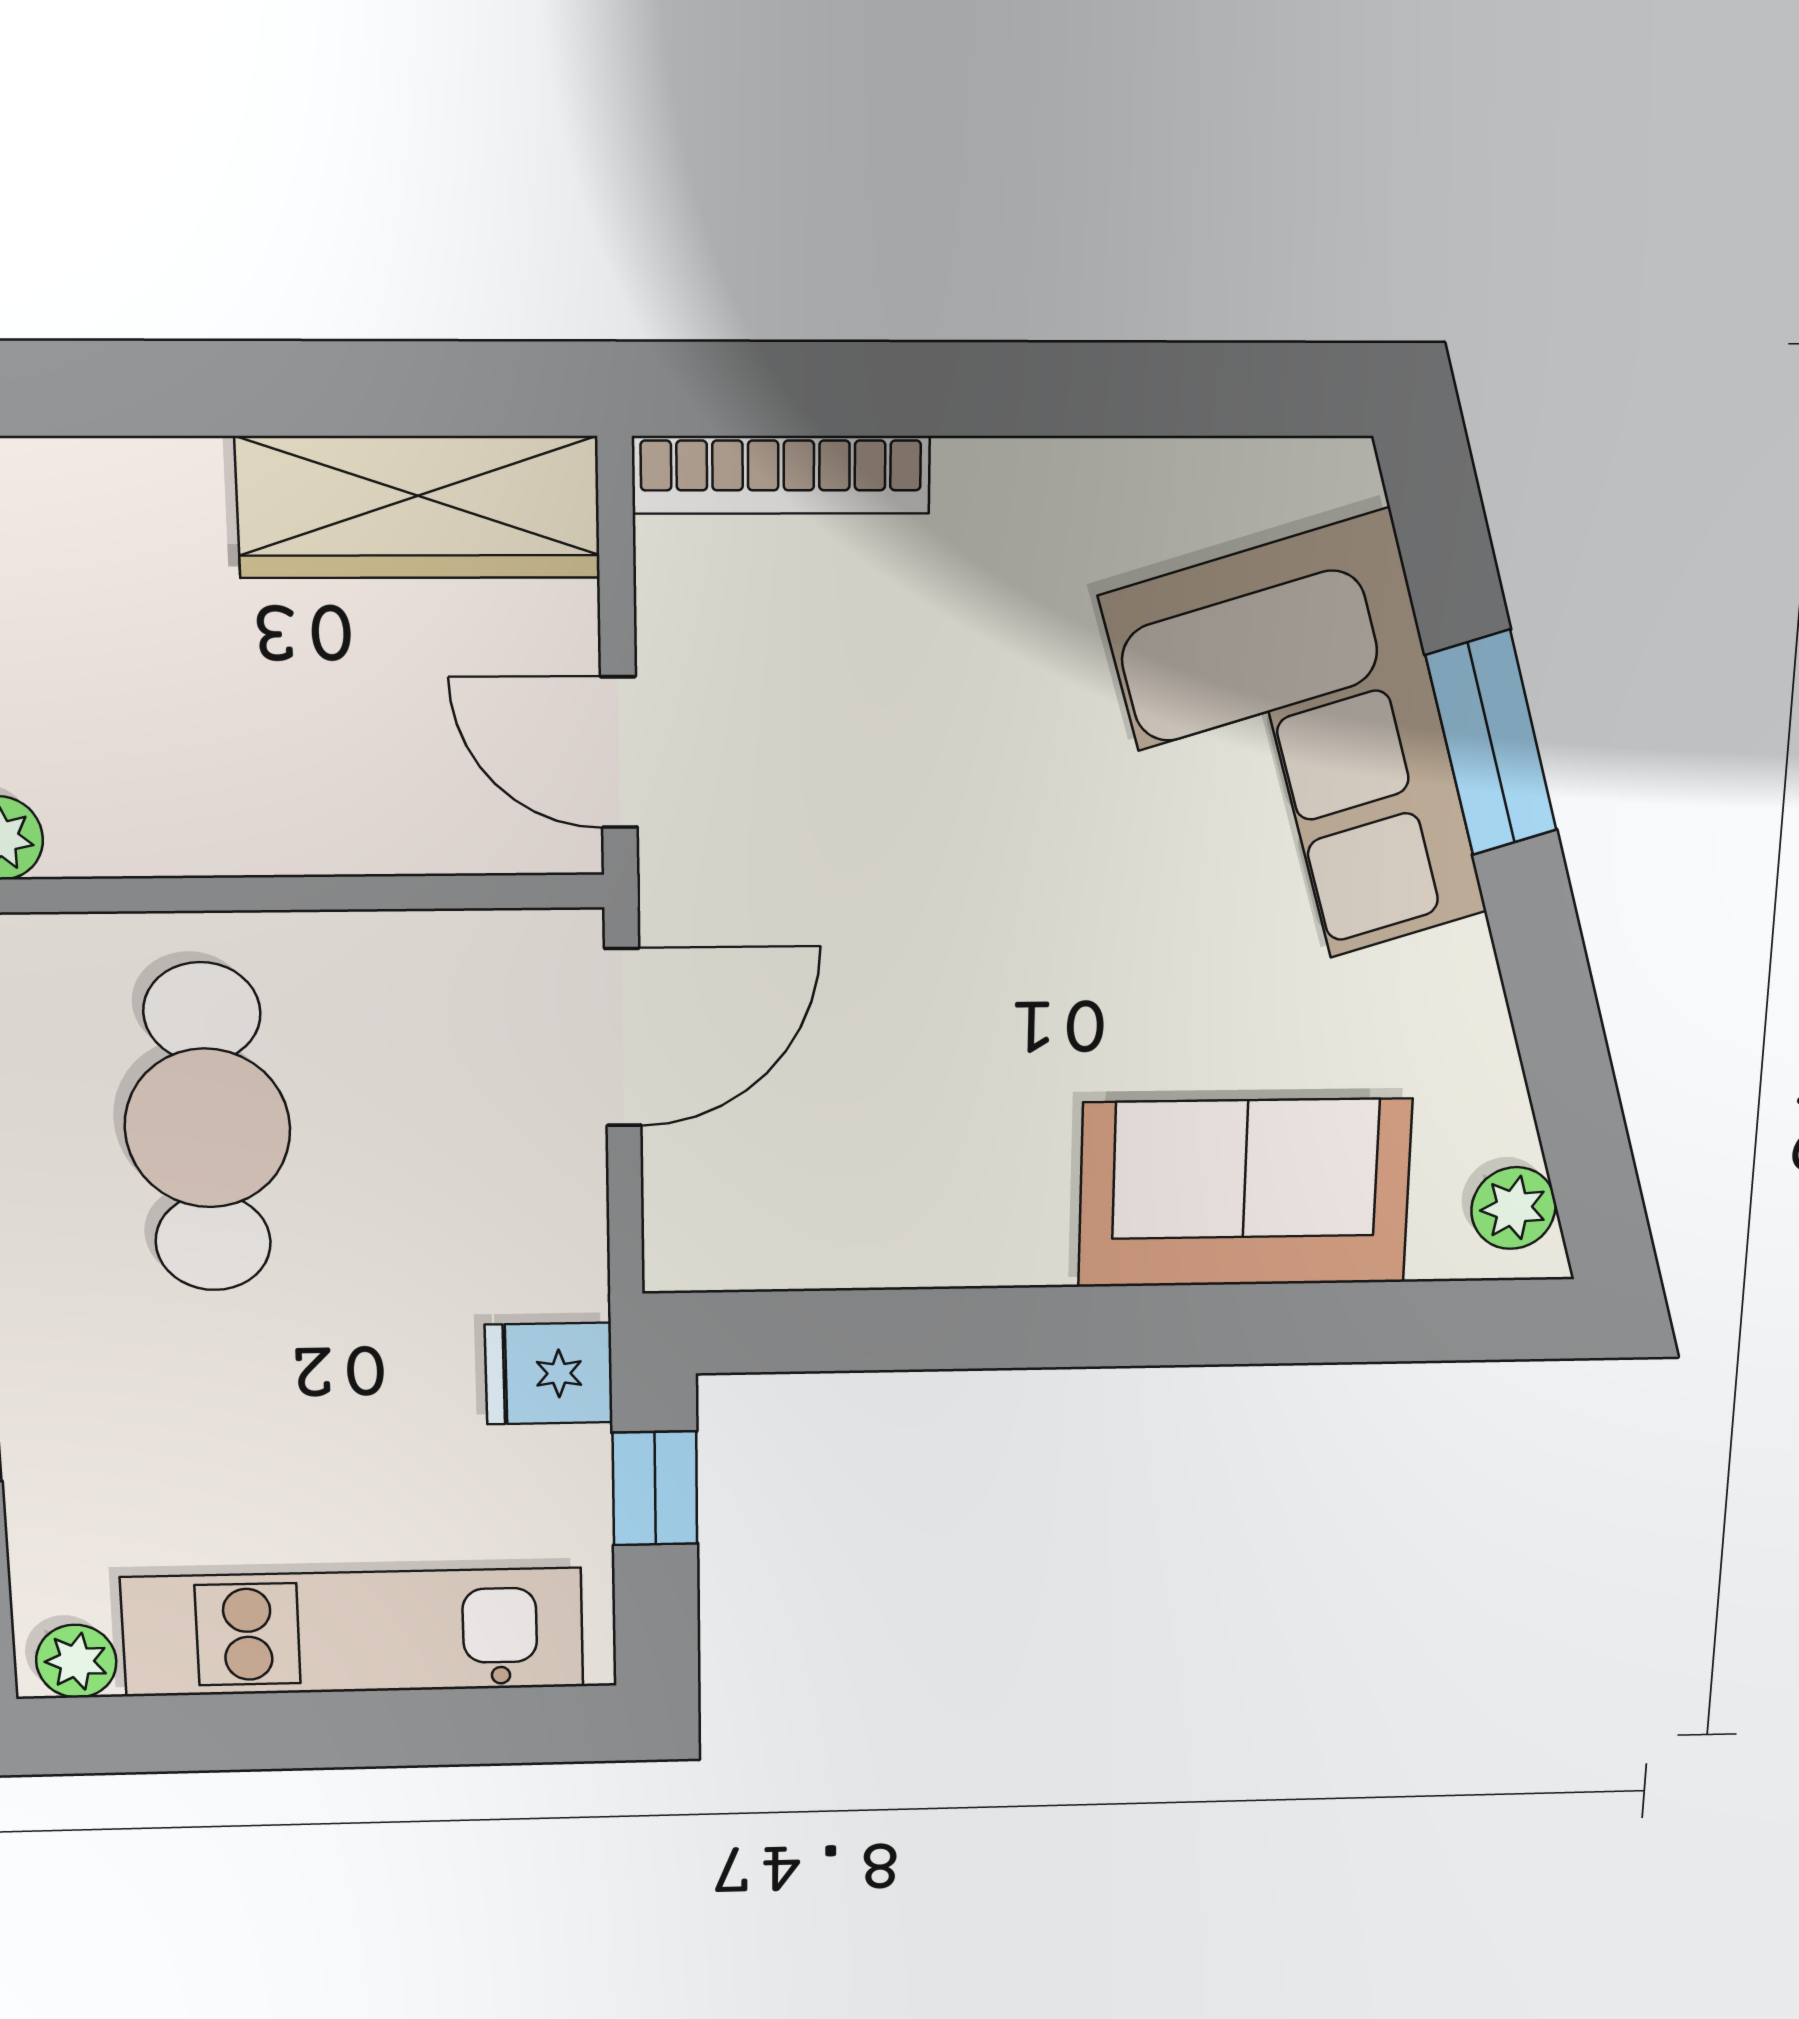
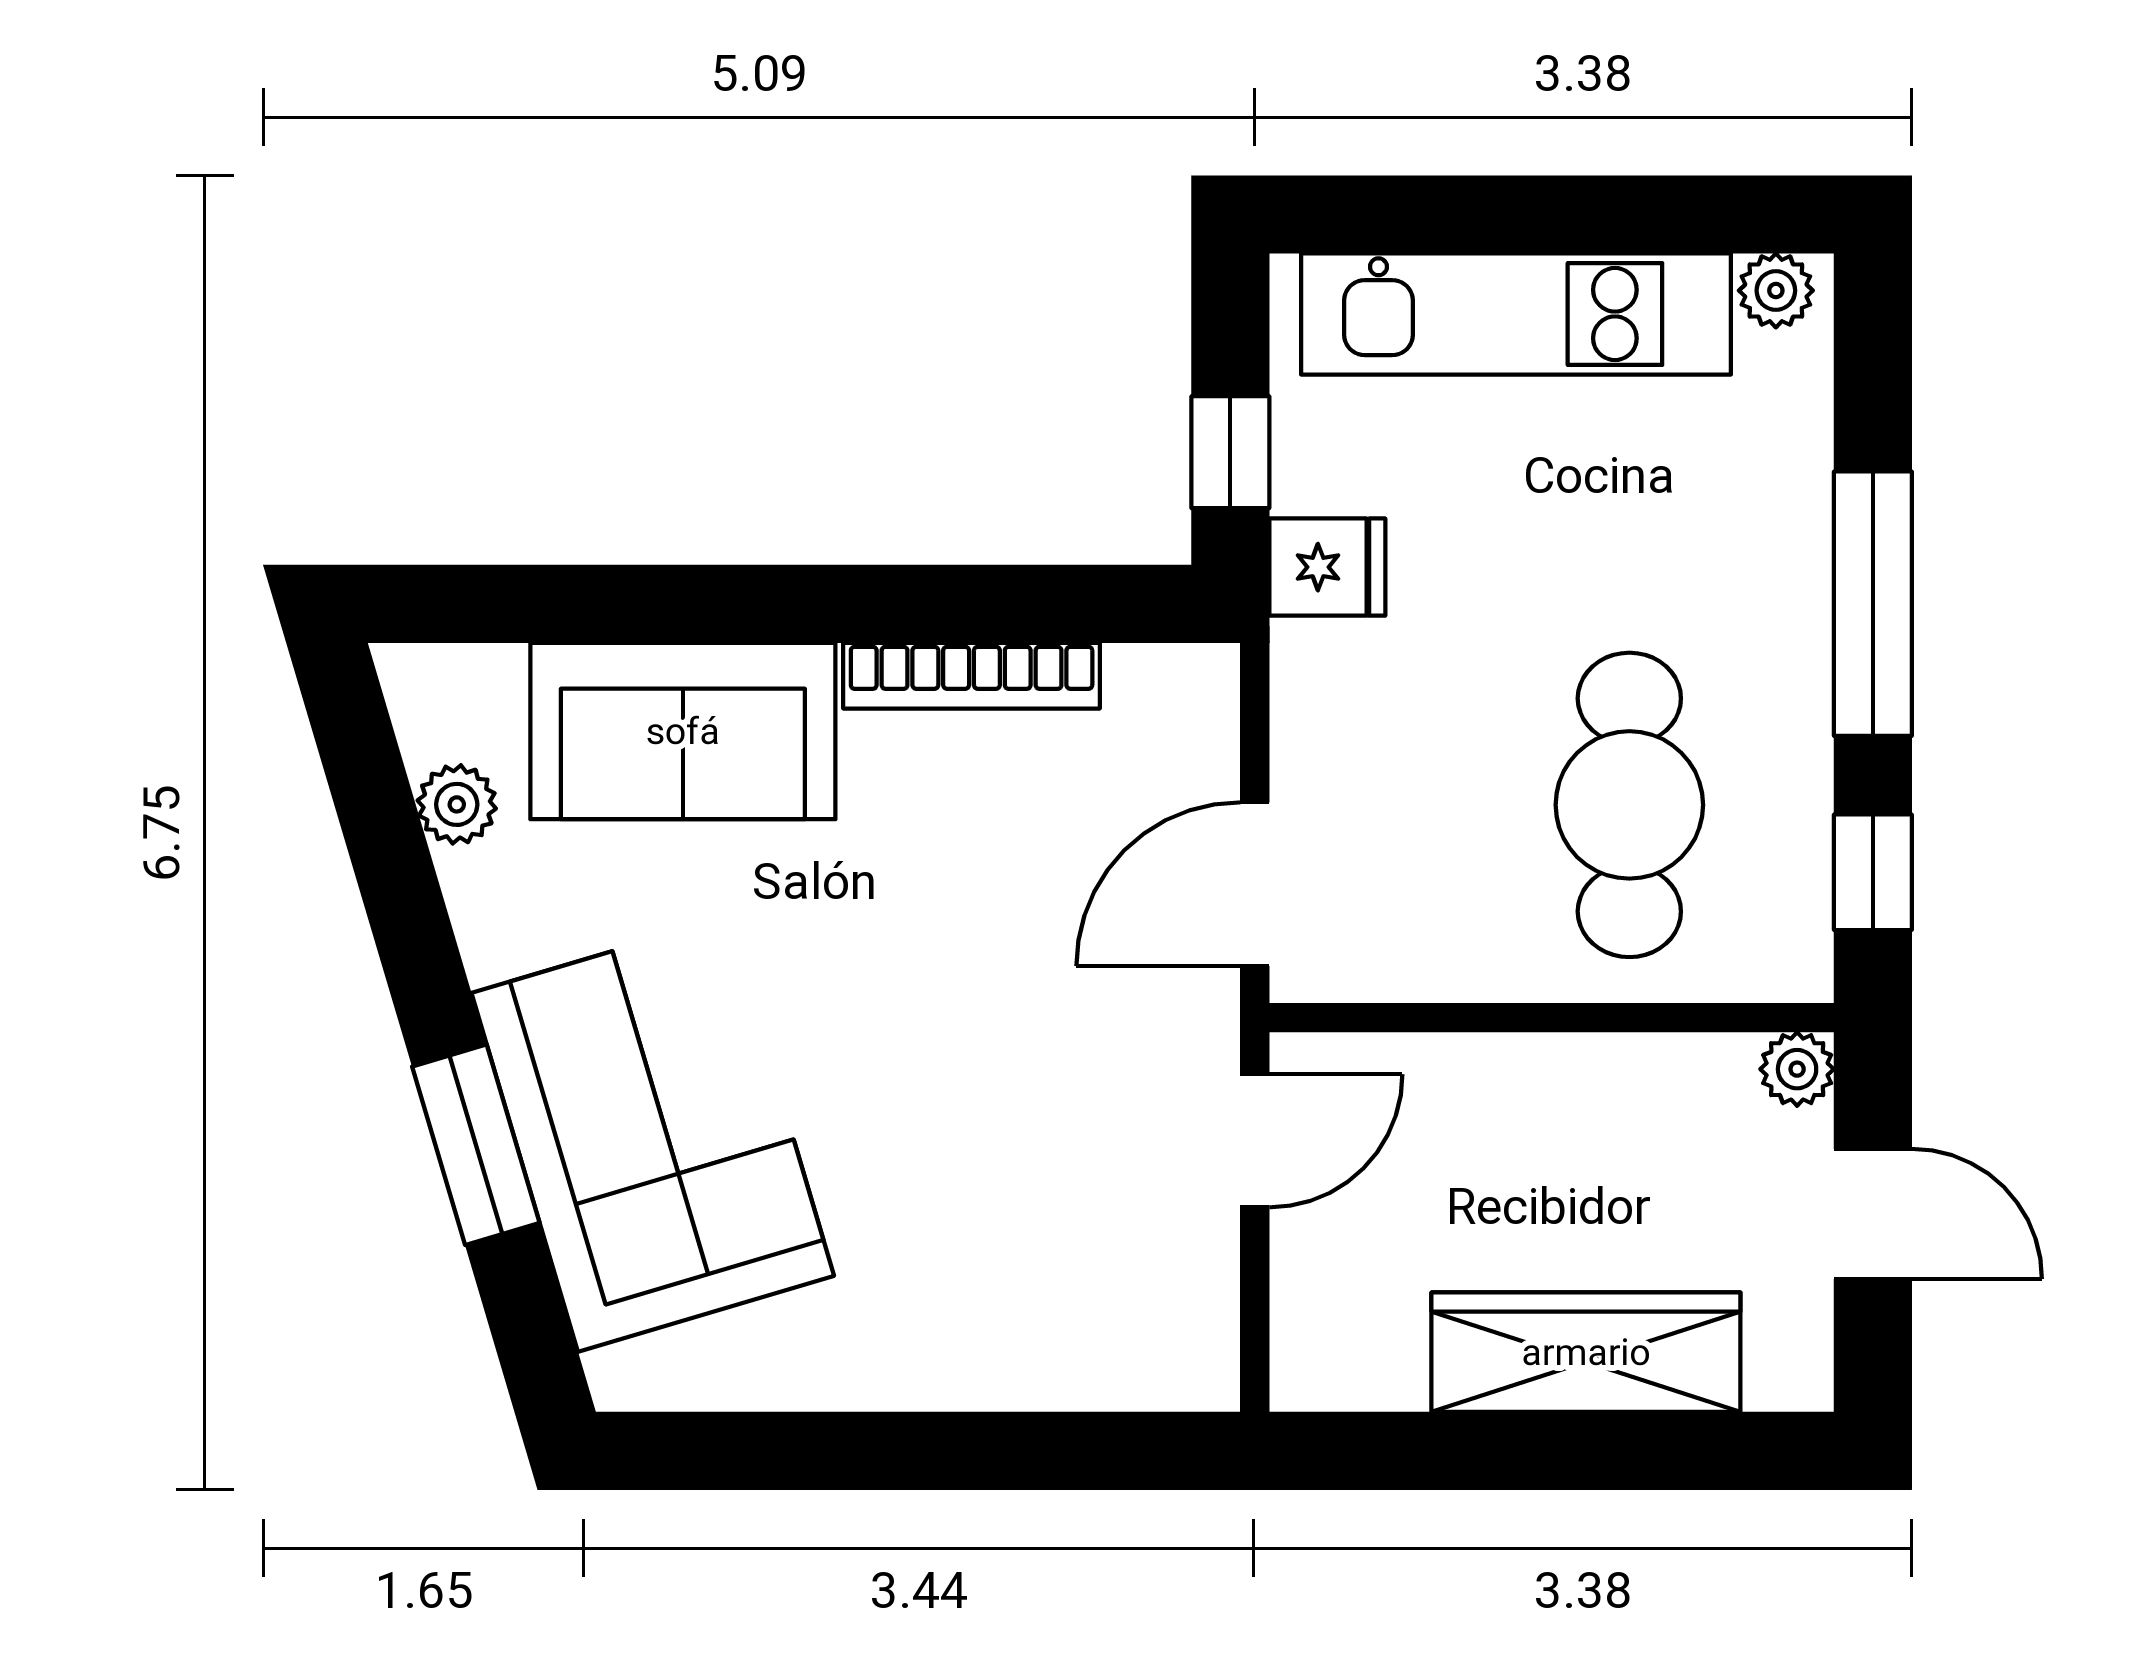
bookcase: (781, 475) -> (972, 676), moved, turned 180
wardrobe: (419, 507) -> (1586, 1352), moved
door: (619, 752) -> (1255, 1141), hinge flipped
plant: (1514, 1208) -> (457, 804), moved

